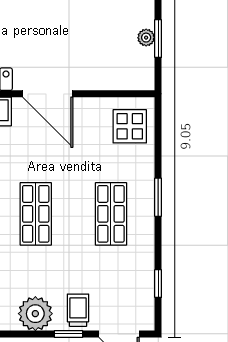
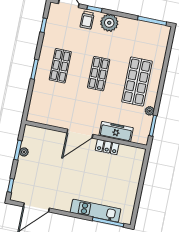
door: (48, 94) -> (80, 134), swing flipped
display table: (130, 126) -> (42, 108), removed

